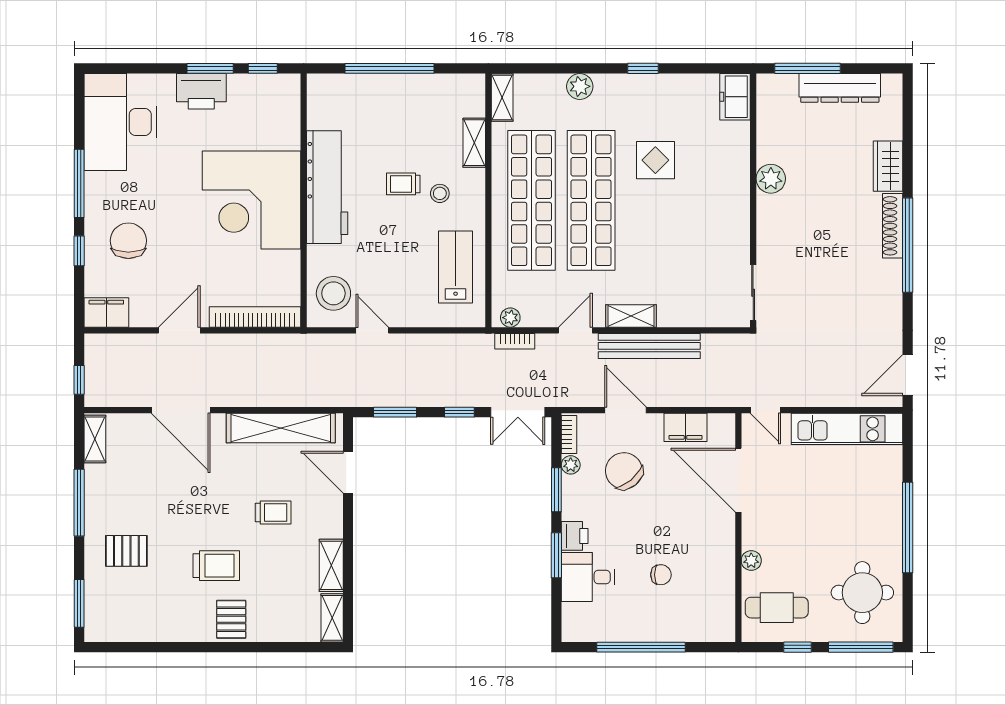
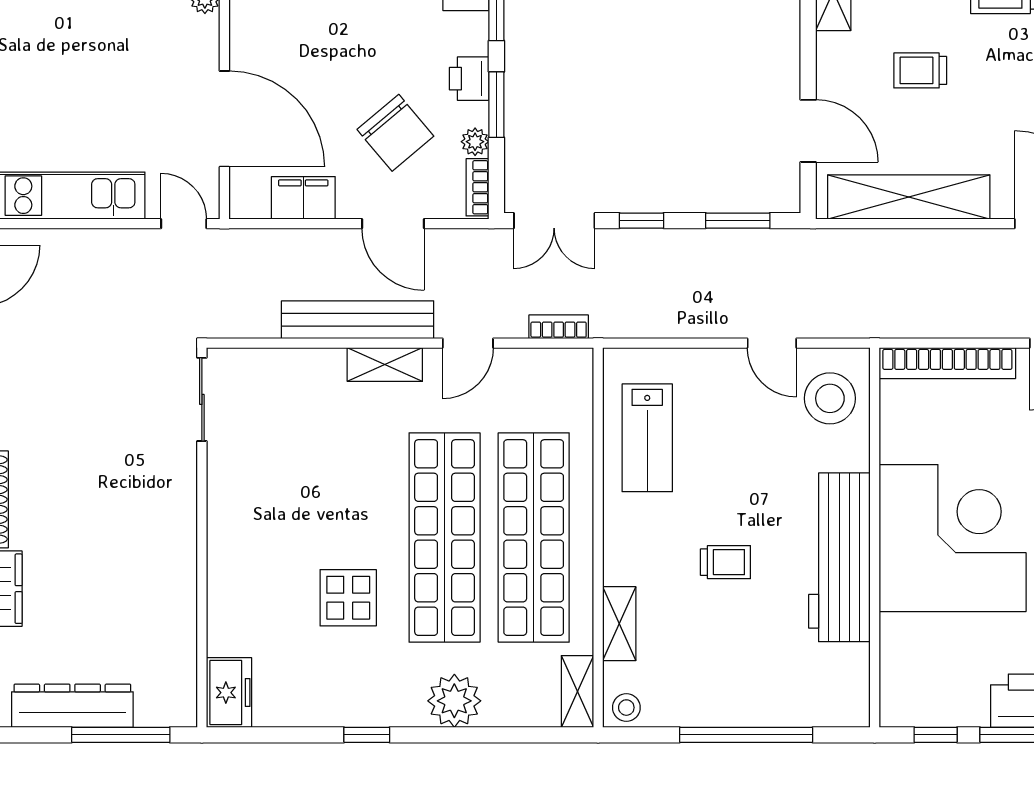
plant: (580, 86) -> (454, 701), width x1.36, depth x1.36
plant: (771, 179) -> (176, 570), removed
stool: (440, 193) -> (626, 708), moved
plant: (510, 318) -> (565, 362), removed
double door: (518, 412) -> (554, 221), swing flipped
printer: (575, 536) -> (469, 79), moved

